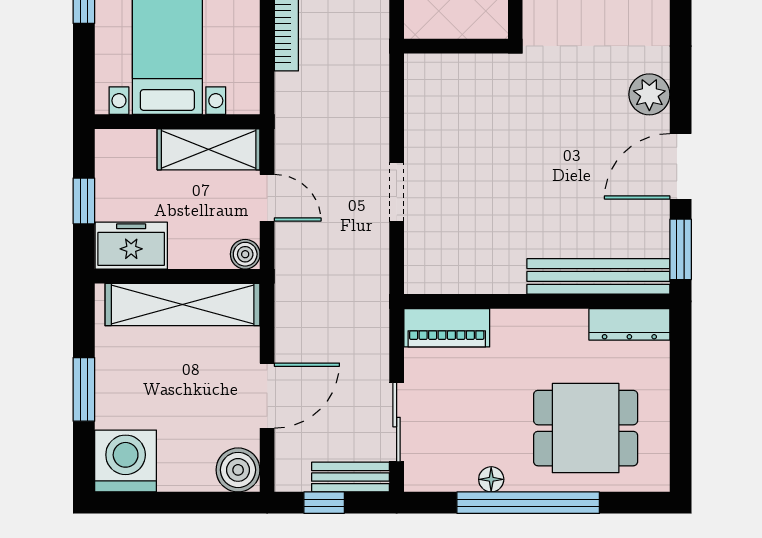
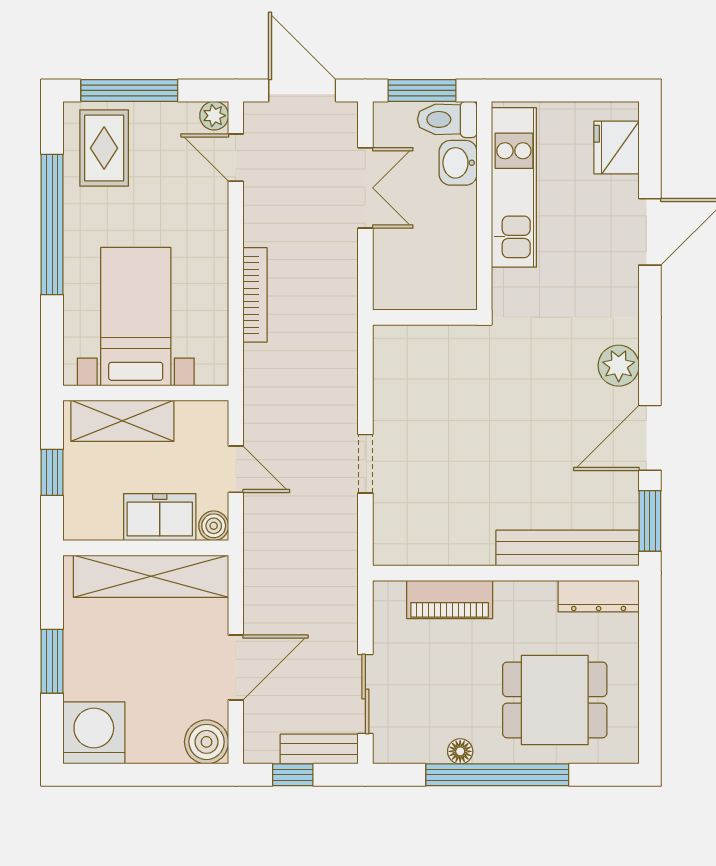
shelving: (209, 149) -> (122, 421), moved
freezer: (131, 246) -> (160, 517), moved
piano: (447, 328) -> (450, 600), moved

